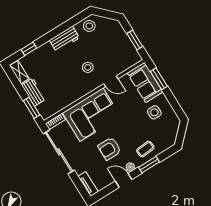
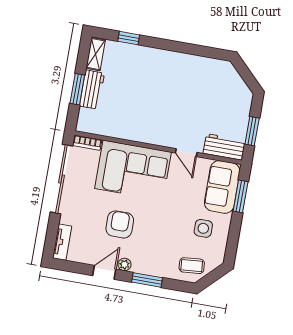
stool: (89, 26) -> (216, 72), removed
workbench: (64, 39) -> (224, 147), moved, turned 180
stool: (88, 67) -> (175, 115), removed
window: (32, 108) -> (77, 89), moved
armchair: (110, 149) -> (120, 224), turned 90
coffee table: (145, 149) -> (192, 266), moved
door: (124, 180) -> (104, 272), hinge flipped

